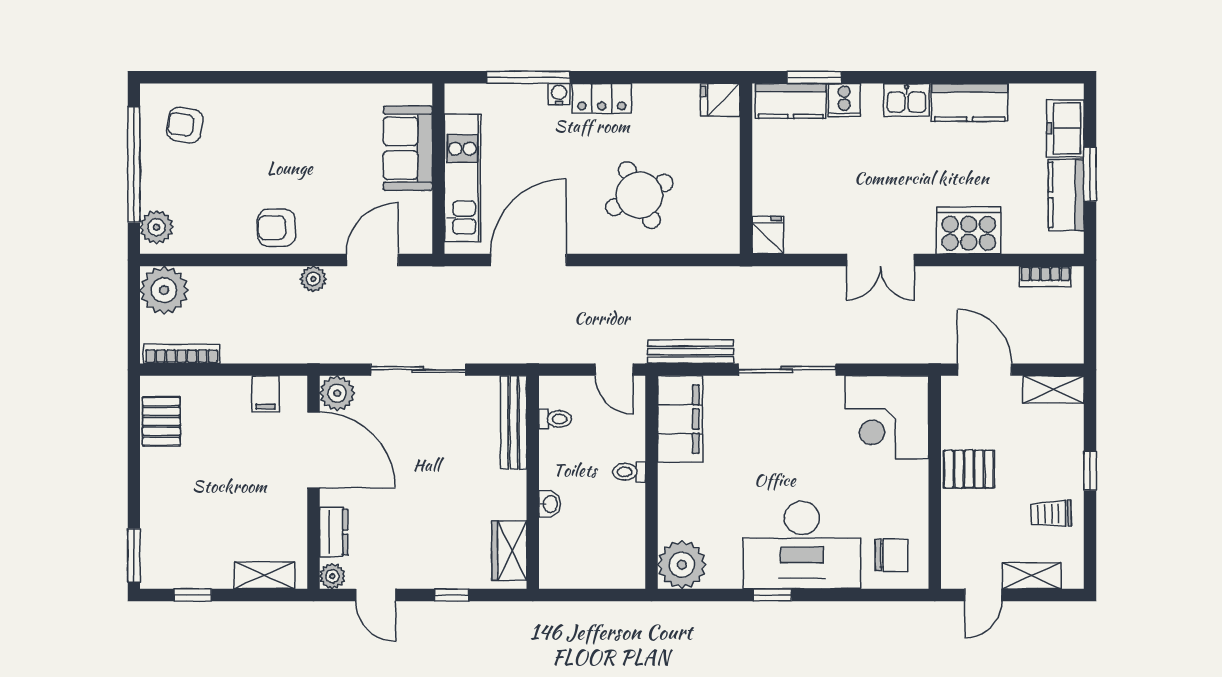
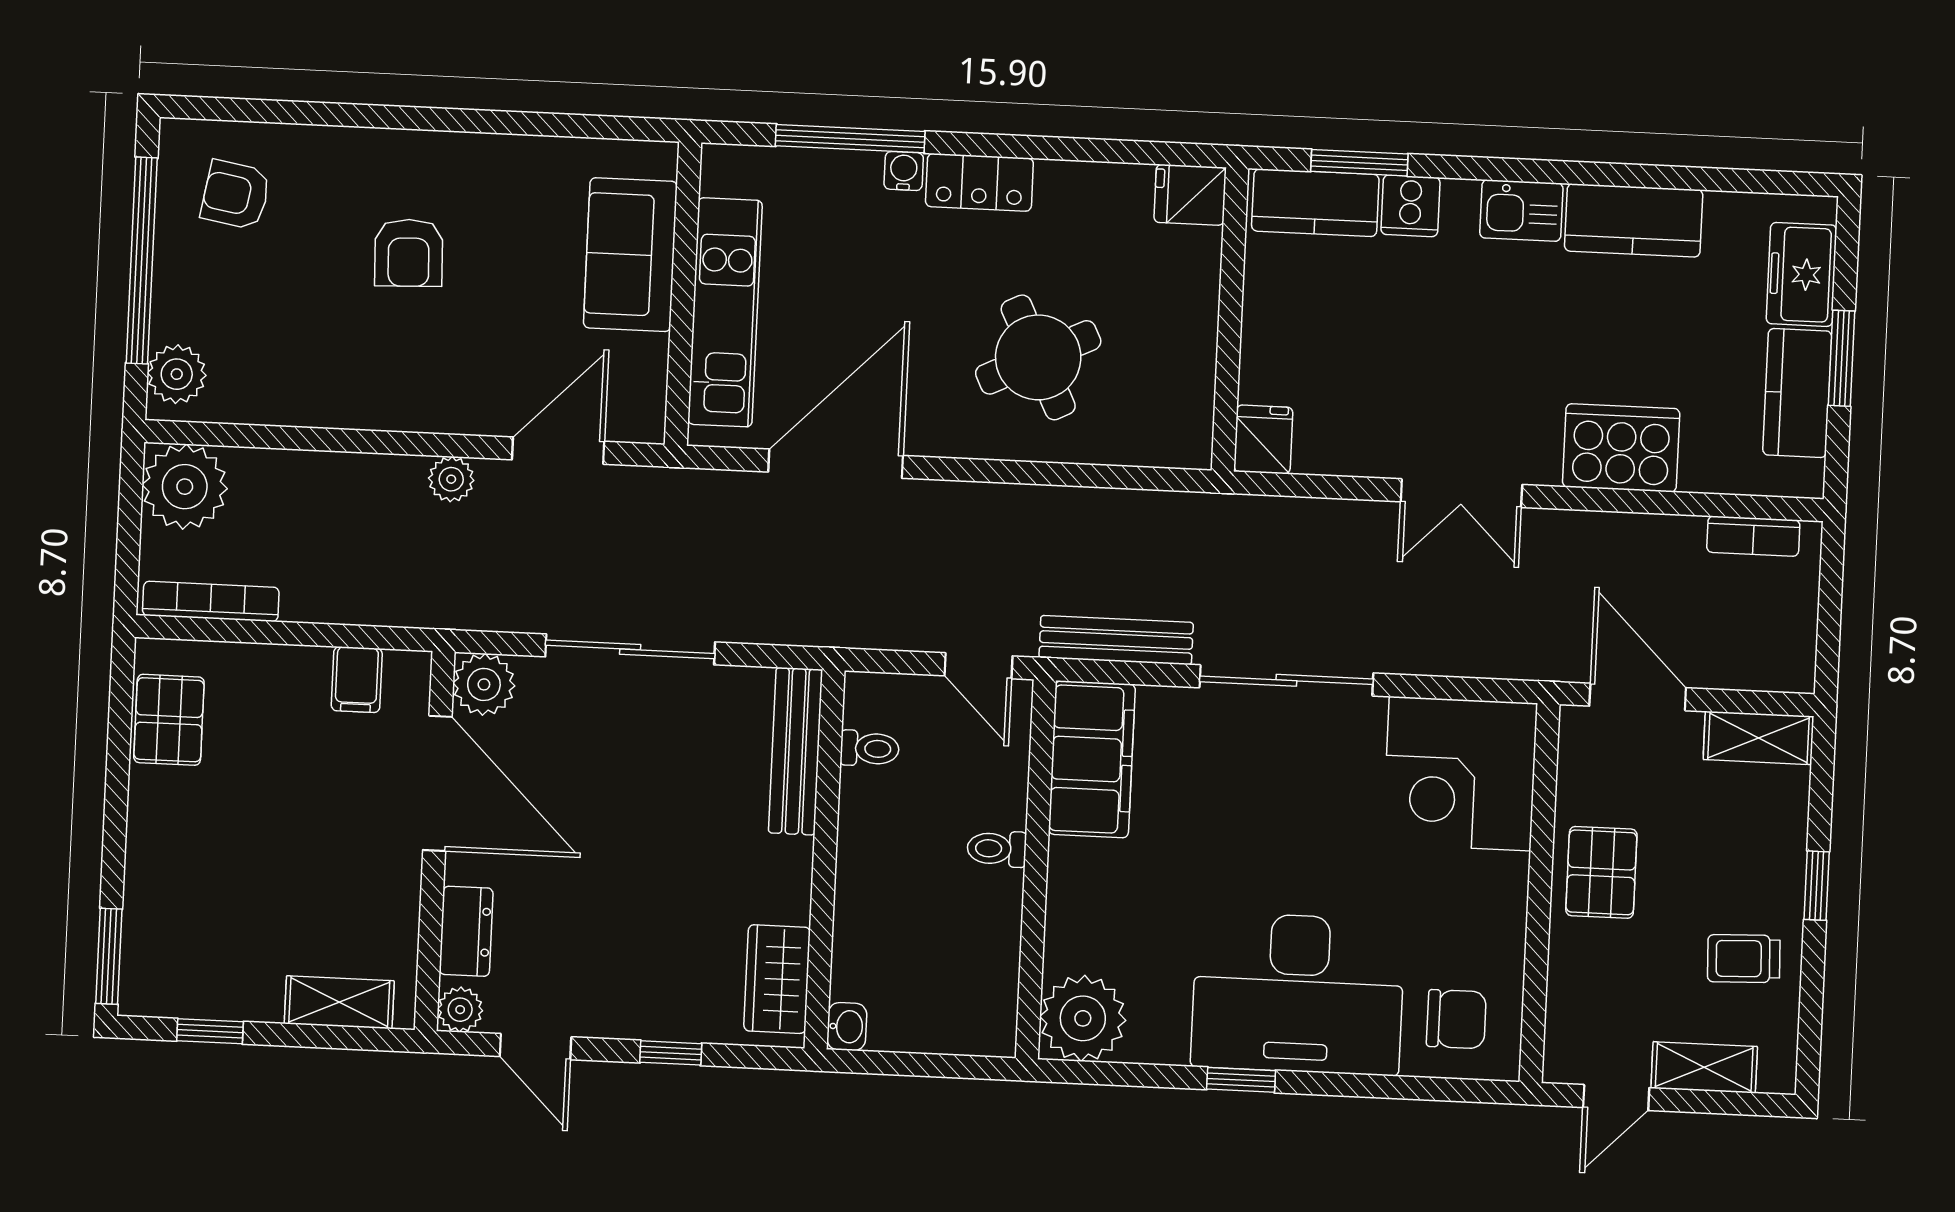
armchair: (276, 228) -> (409, 253), moved, turned -92
pallet: (969, 469) -> (1601, 872), turned 90
washbasin: (550, 504) -> (847, 1027), moved

